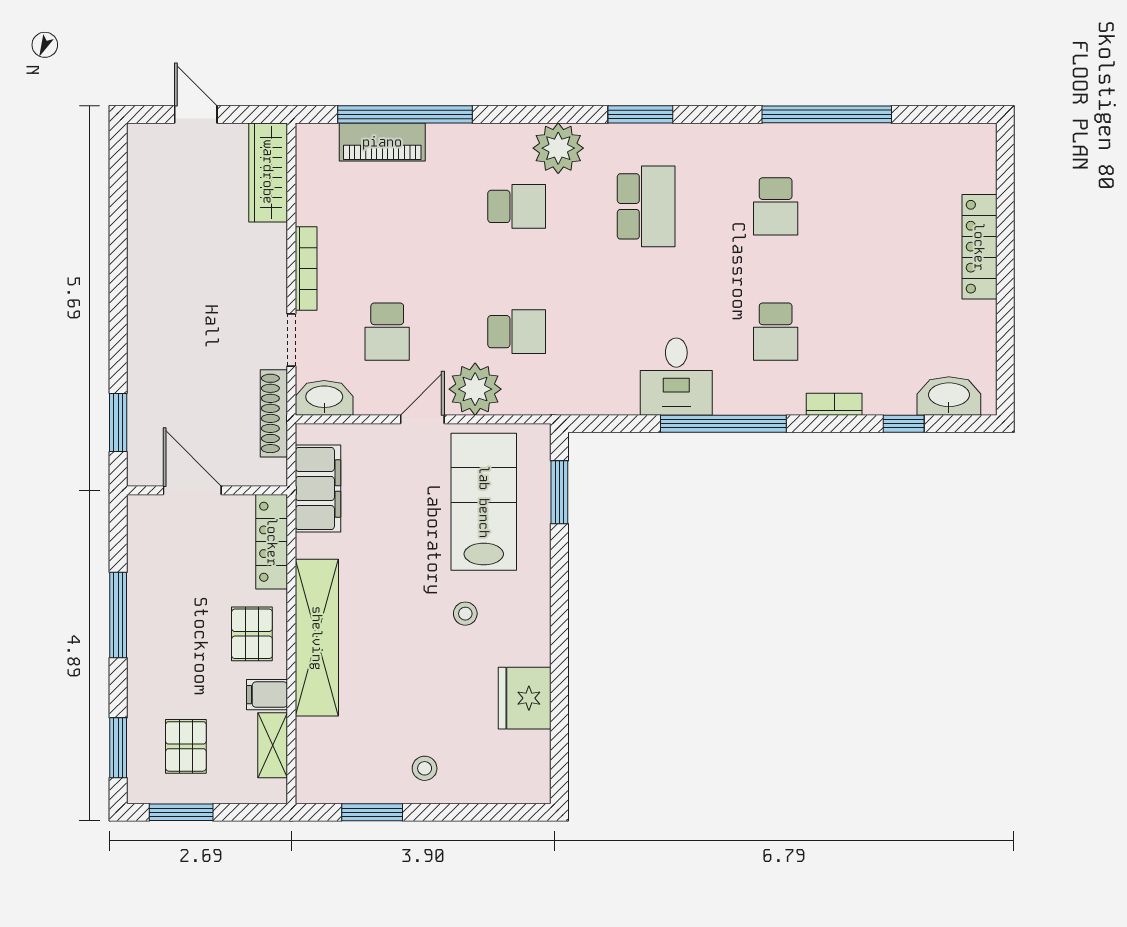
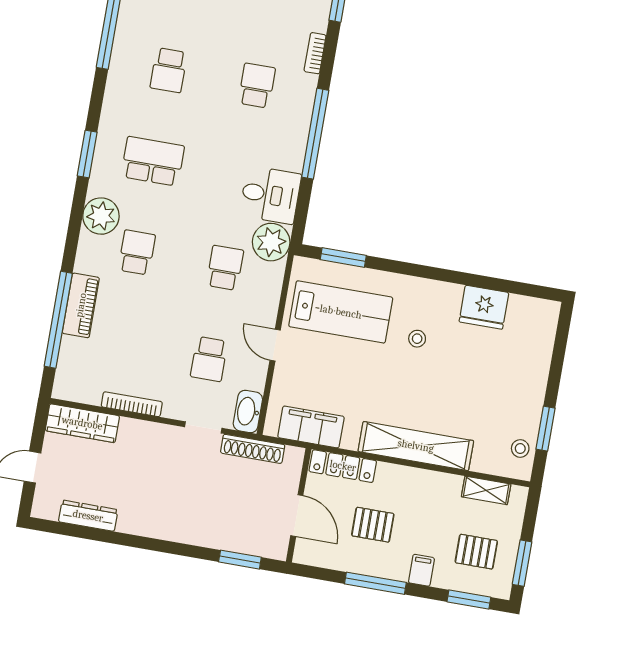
piano: (382, 142) -> (81, 305), moved
dresser: (142, 203) -> (88, 516), added
school desk: (776, 206) -> (169, 70), turned 90
bookcase: (306, 268) -> (132, 404), moved
school desk: (387, 332) -> (209, 359), turned 90
school desk: (776, 332) -> (257, 86), turned -90
desk: (676, 377) -> (270, 195), moved
plant: (475, 389) -> (271, 242), moved
door: (192, 490) -> (297, 516), swing flipped
lab bench: (484, 502) -> (341, 312), turned 180
pallet: (252, 634) -> (373, 525), moved
filing cabinet: (267, 695) -> (421, 570), moved, turned 180
stool: (425, 768) -> (520, 448), moved

